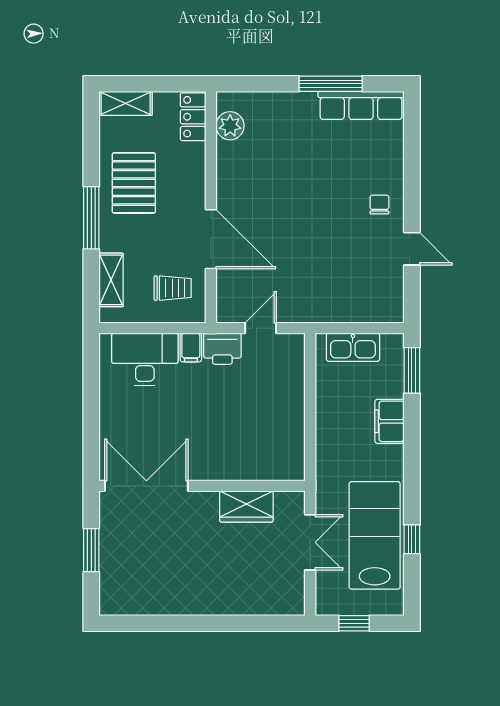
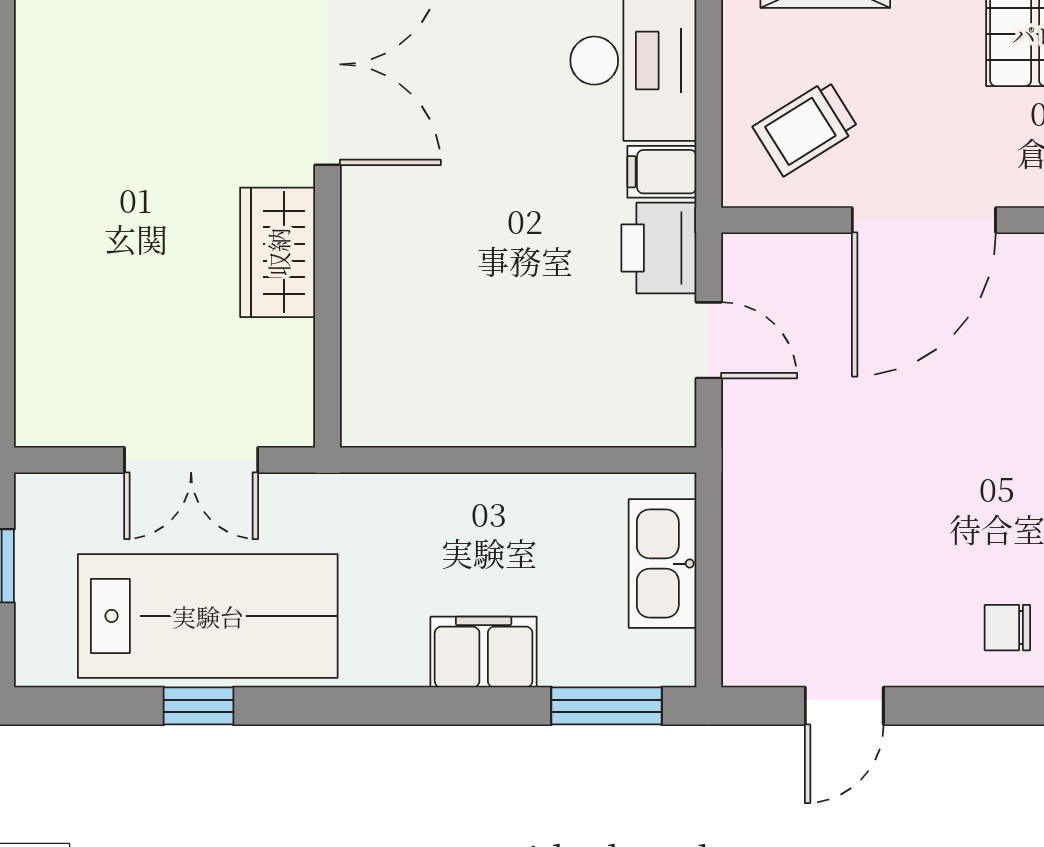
chair: (379, 205) -> (1007, 628), turned 180
door: (412, 249) -> (844, 706), moved
trolley: (173, 288) -> (806, 128), turned 58
wardrobe: (246, 507) -> (278, 252), moved

